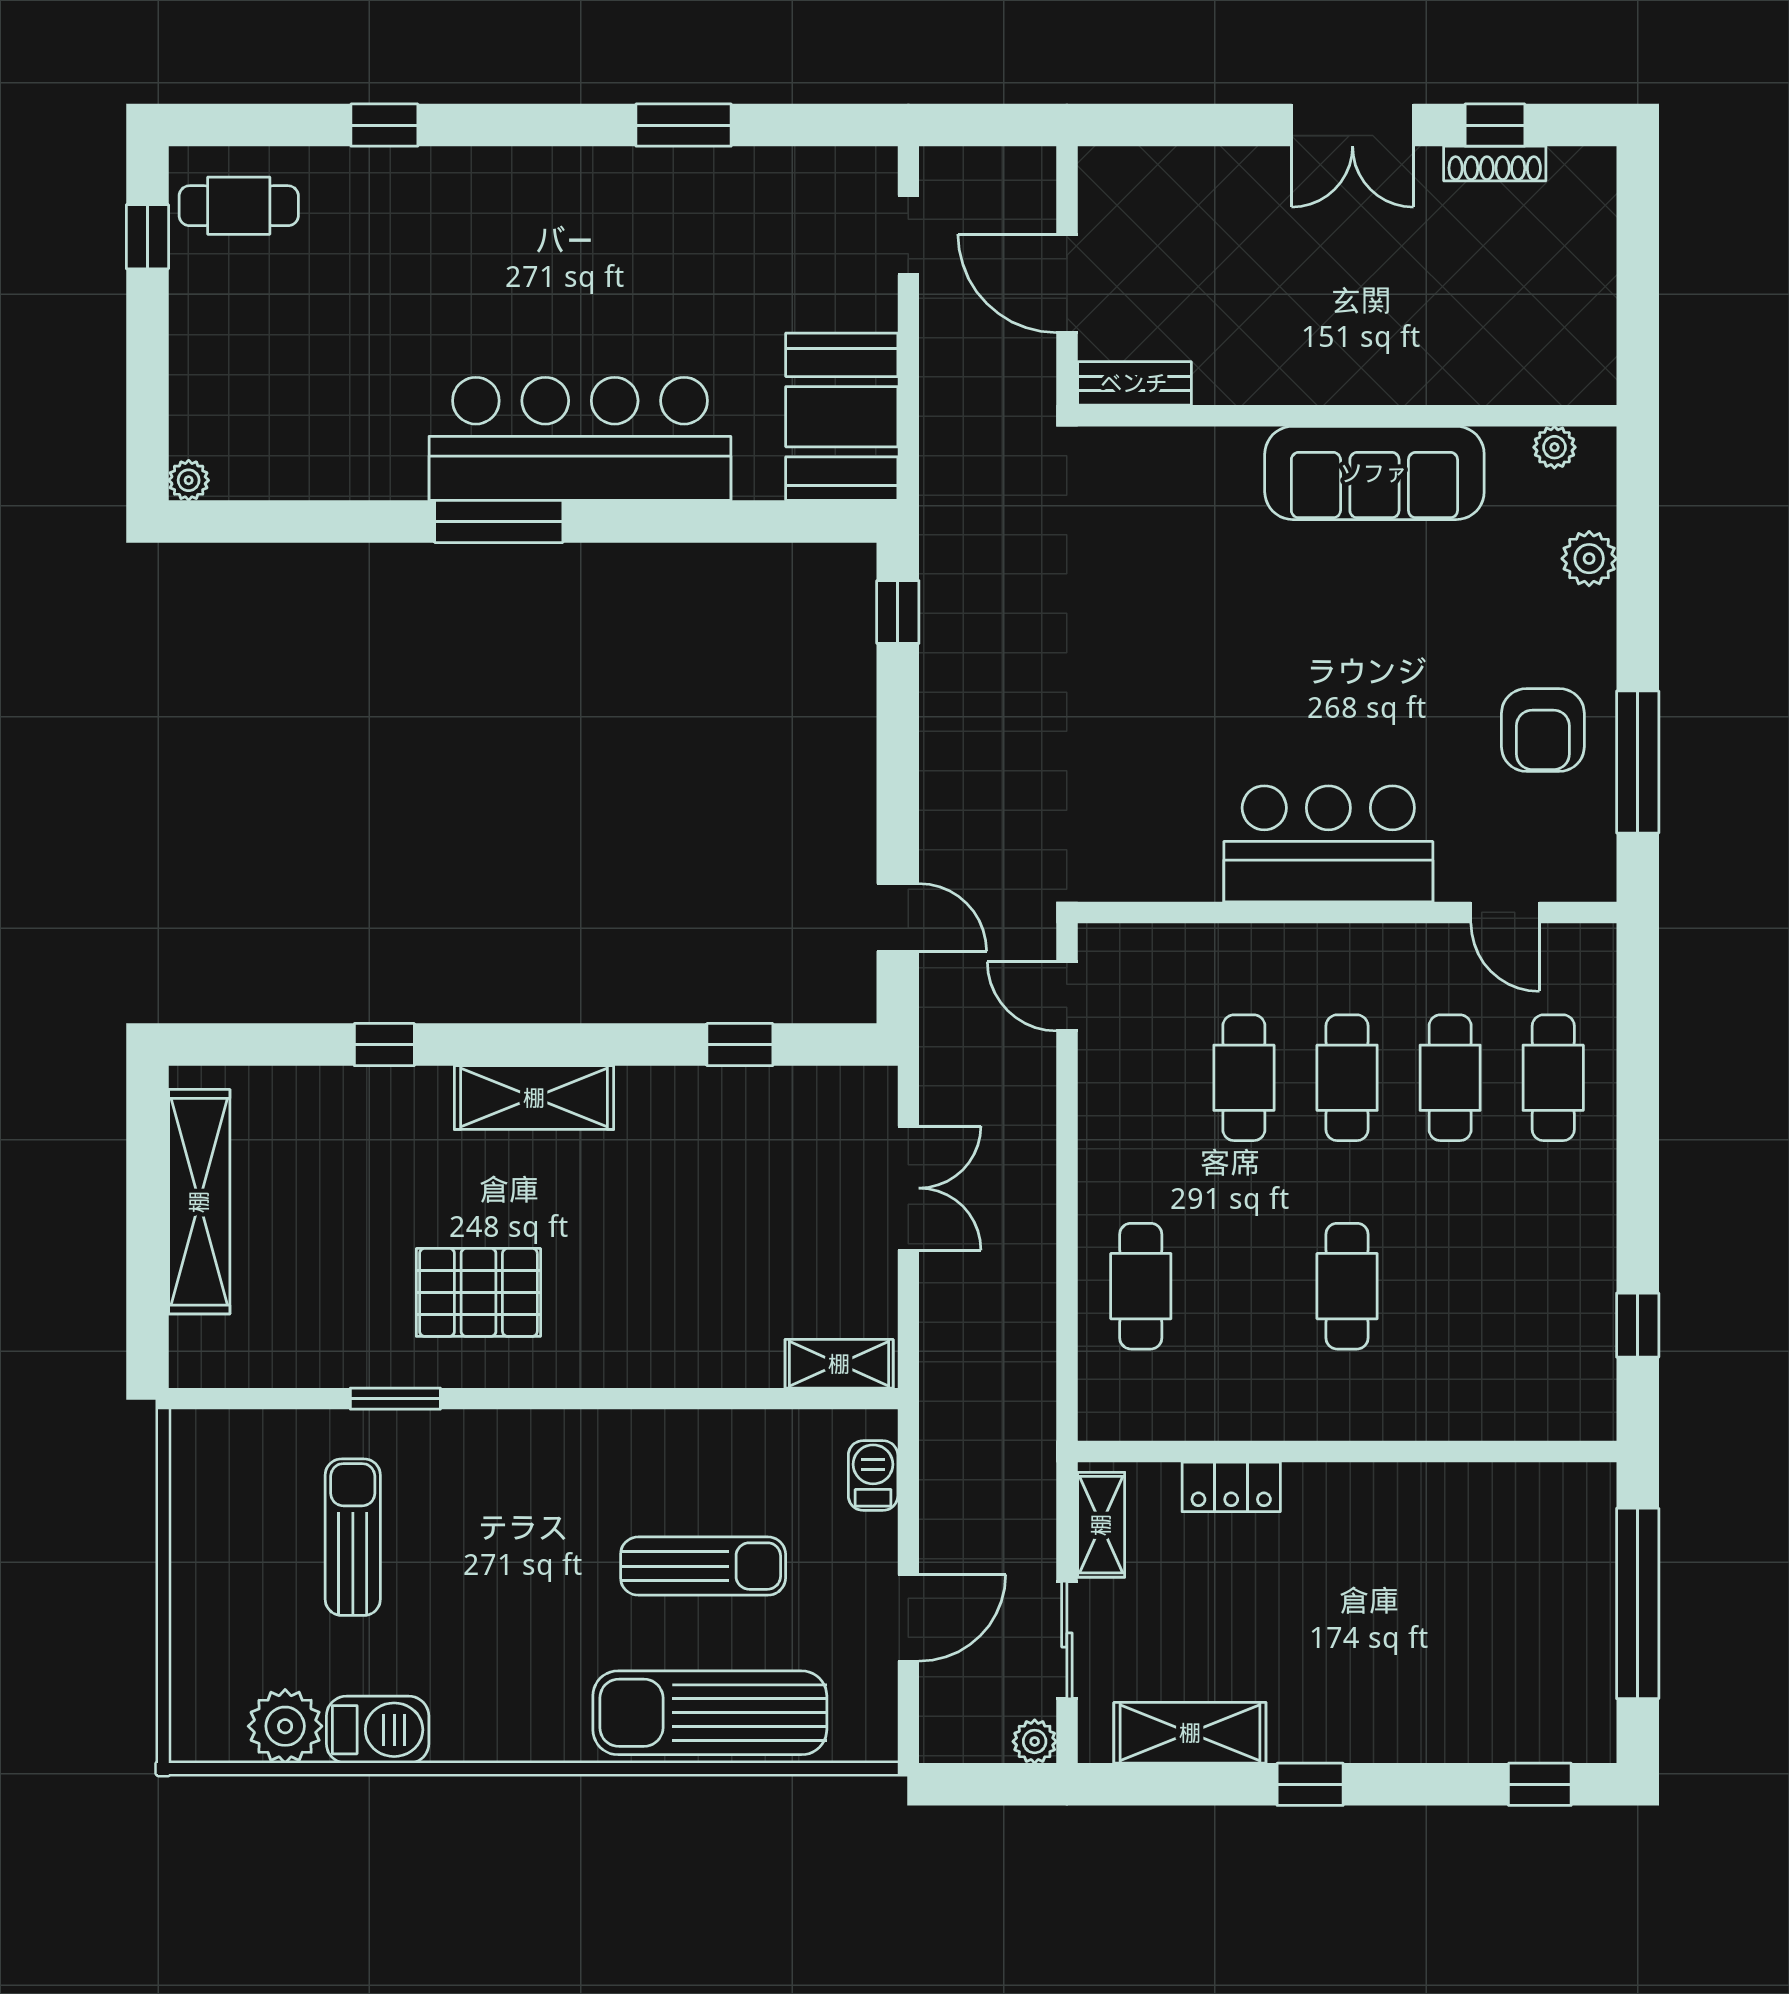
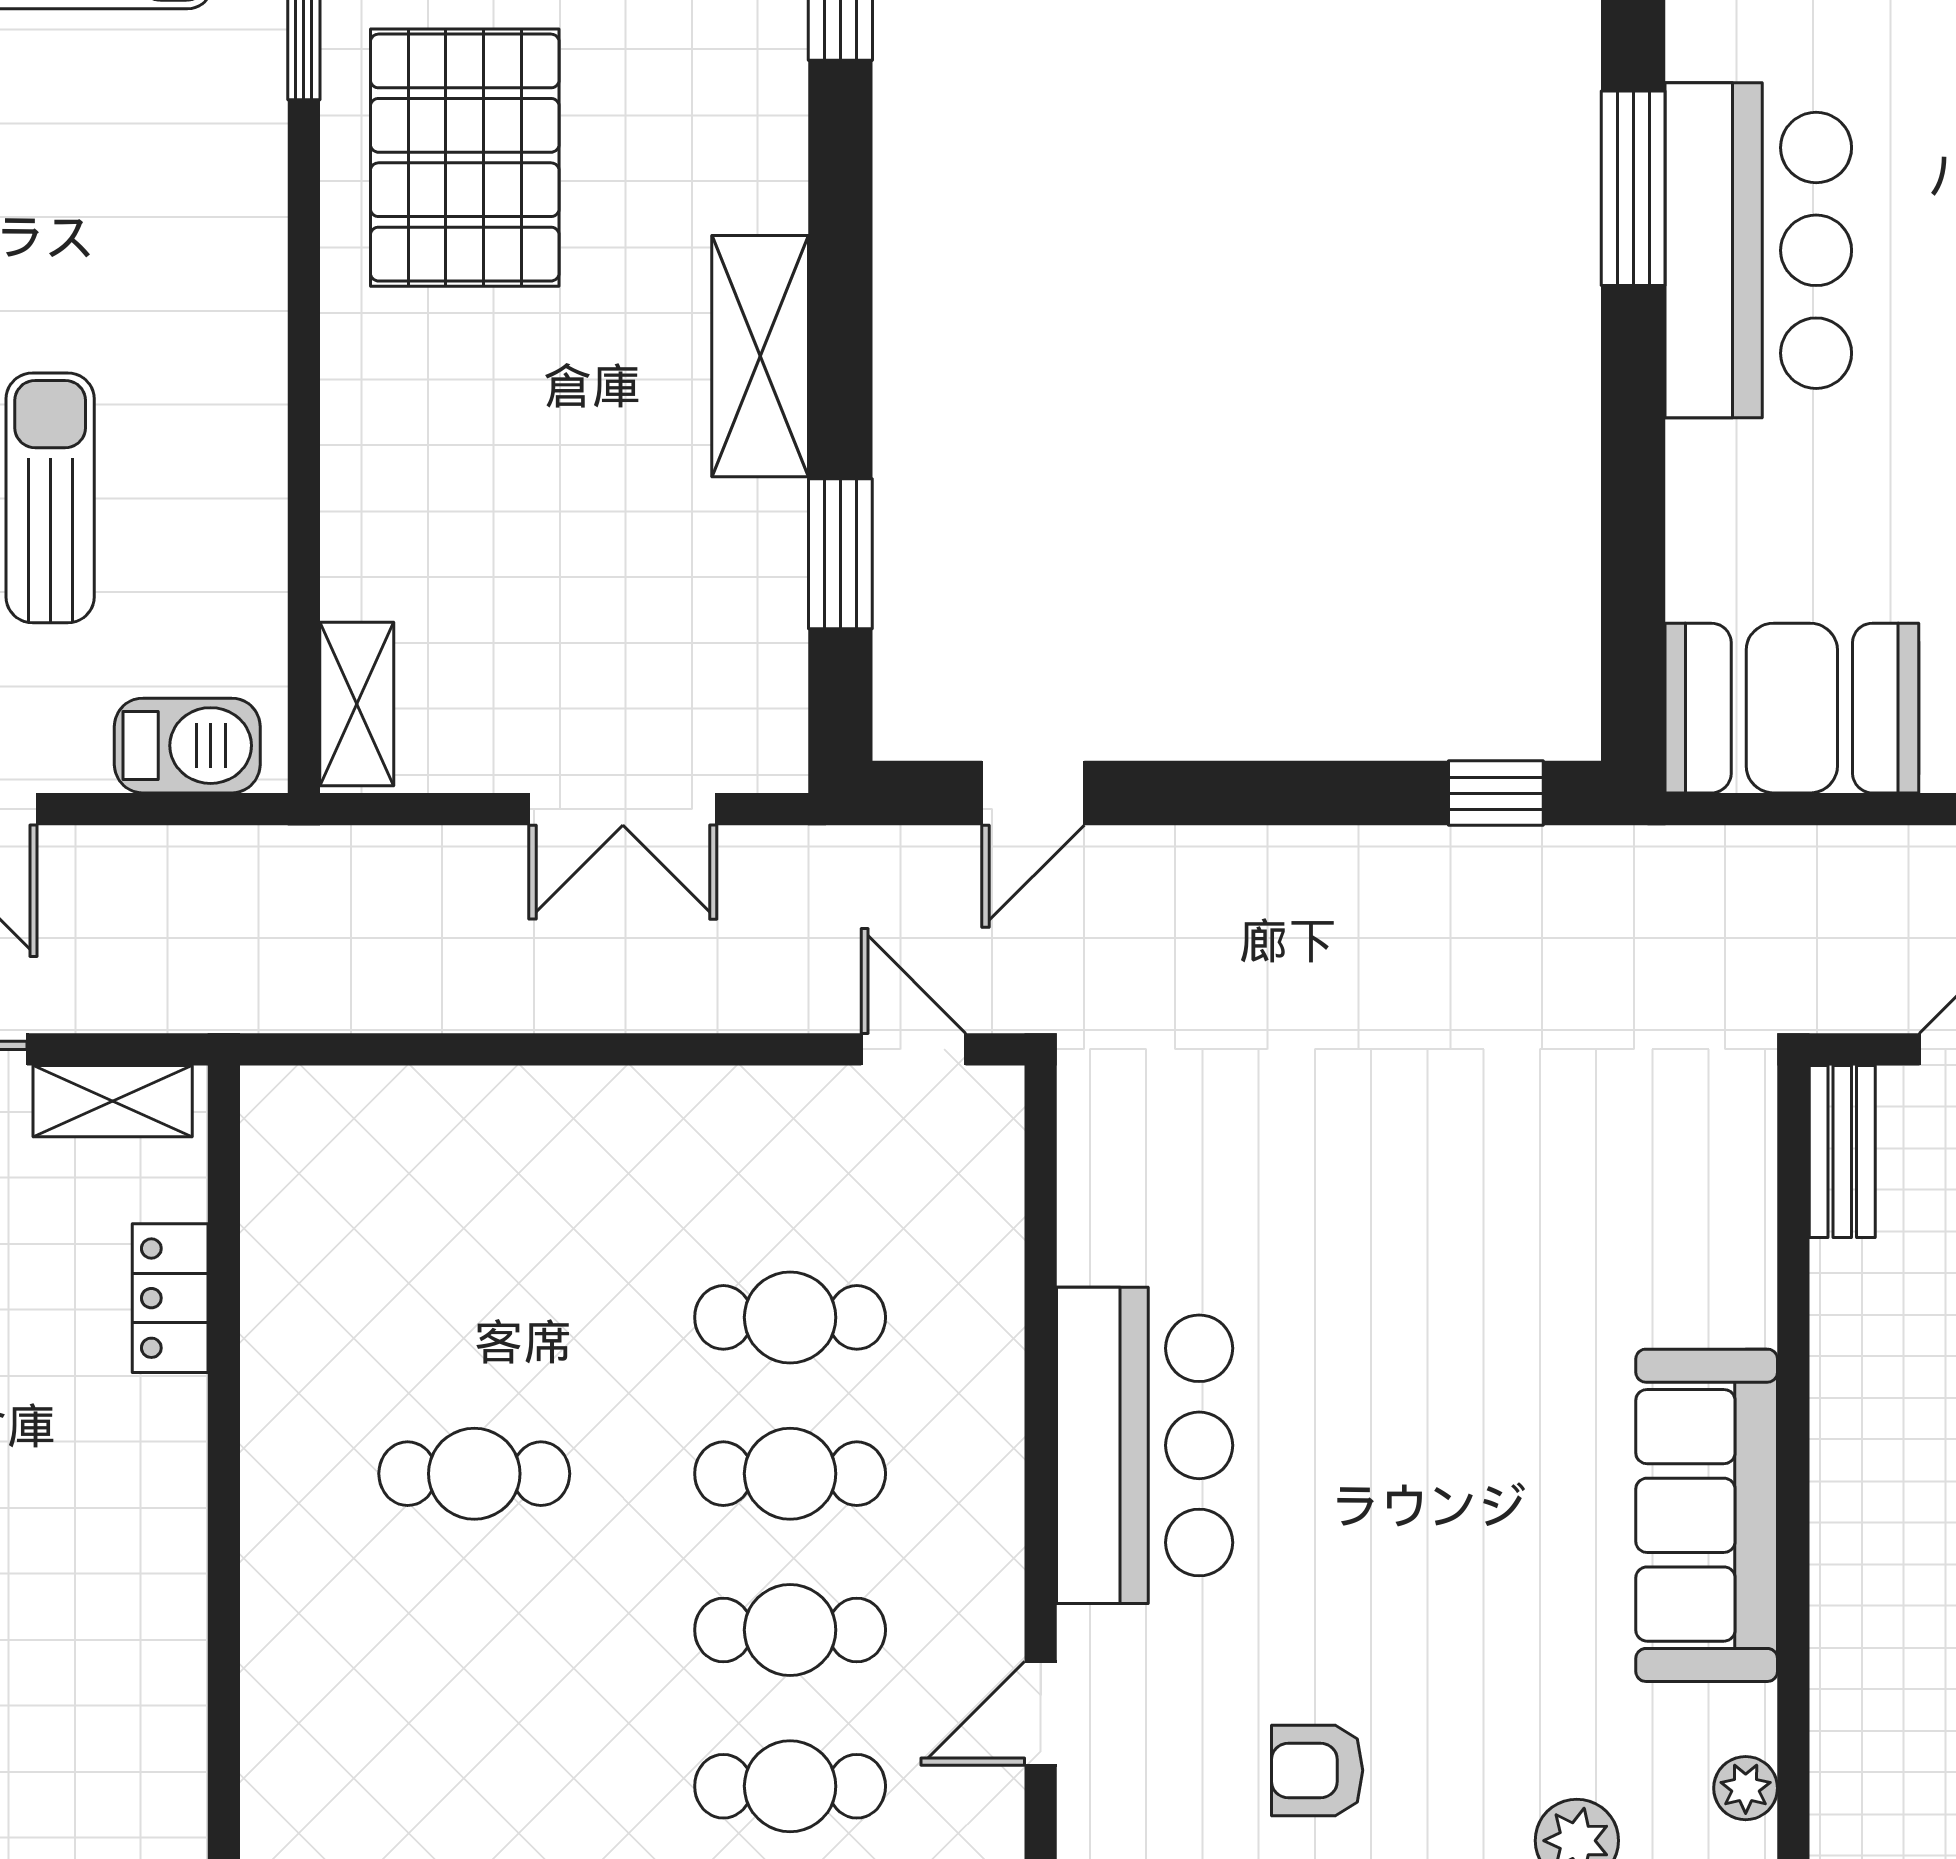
bar counter: (580, 439) -> (1758, 250), width x0.73
armchair: (1543, 730) -> (1317, 1770), width x0.72, depth x0.72
door: (1067, 996) -> (913, 1049), hinge flipped
window: (740, 1045) -> (840, 554), width x1.50
shelving: (534, 1098) -> (760, 356), moved
cafe table: (1141, 1286) -> (474, 1161), removed
pallet: (478, 1292) -> (465, 158), width x1.37, depth x1.41
barbecue: (873, 1476) -> (187, 746), width x1.38, depth x1.27
sun lounger: (703, 1566) -> (50, 498), turned 180

